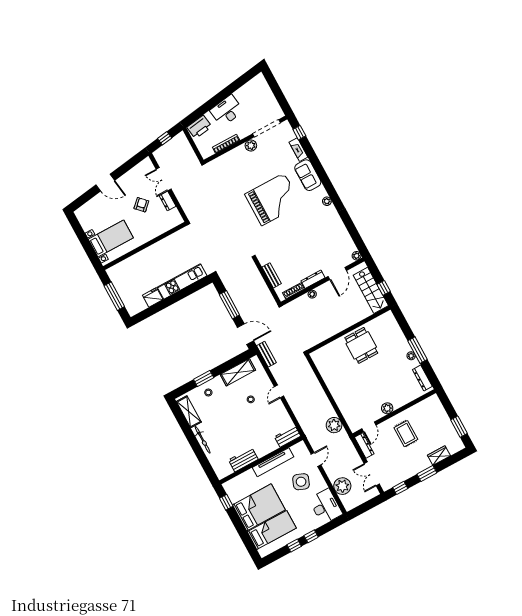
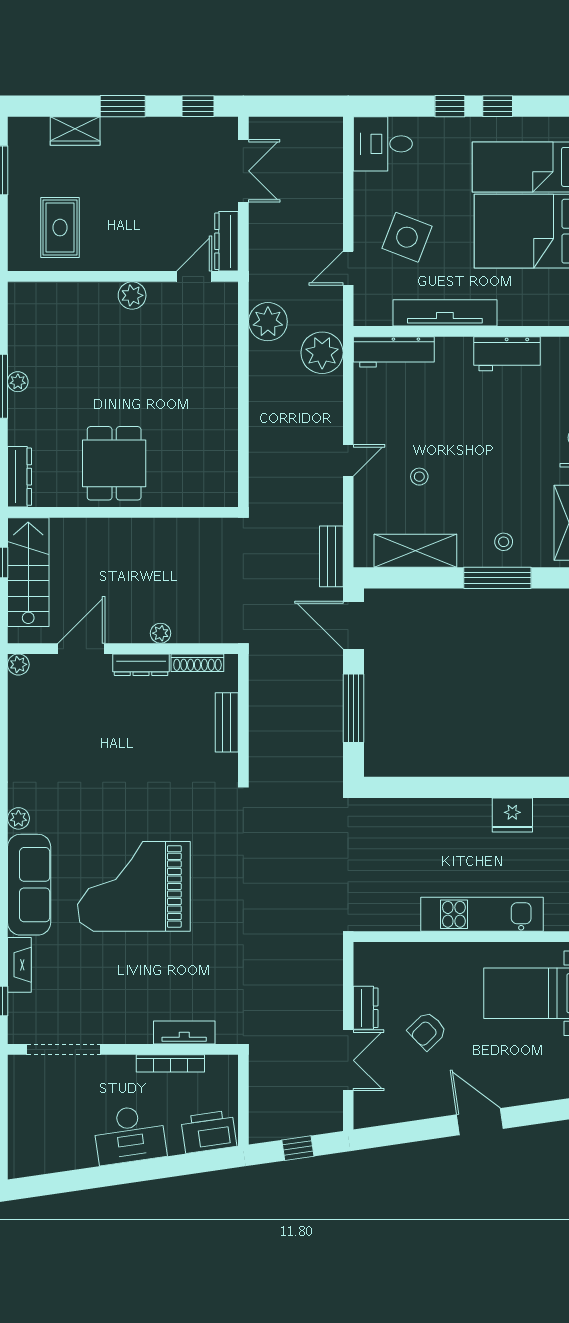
plant: (251, 146) -> (118, 1030), removed
tv unit: (227, 157) -> (184, 1032), added
sofa: (308, 175) -> (29, 885), width x1.36
kitchen unit: (182, 281) -> (482, 914), moved, turned 180
dresser: (422, 378) -> (19, 477), moved
window: (204, 379) -> (497, 578), width x1.44
rug: (406, 434) -> (60, 228), moved
workbench: (288, 436) -> (394, 352), width x1.38
plant: (342, 486) -> (322, 353), moved
desk: (326, 507) -> (383, 144), width x0.73

